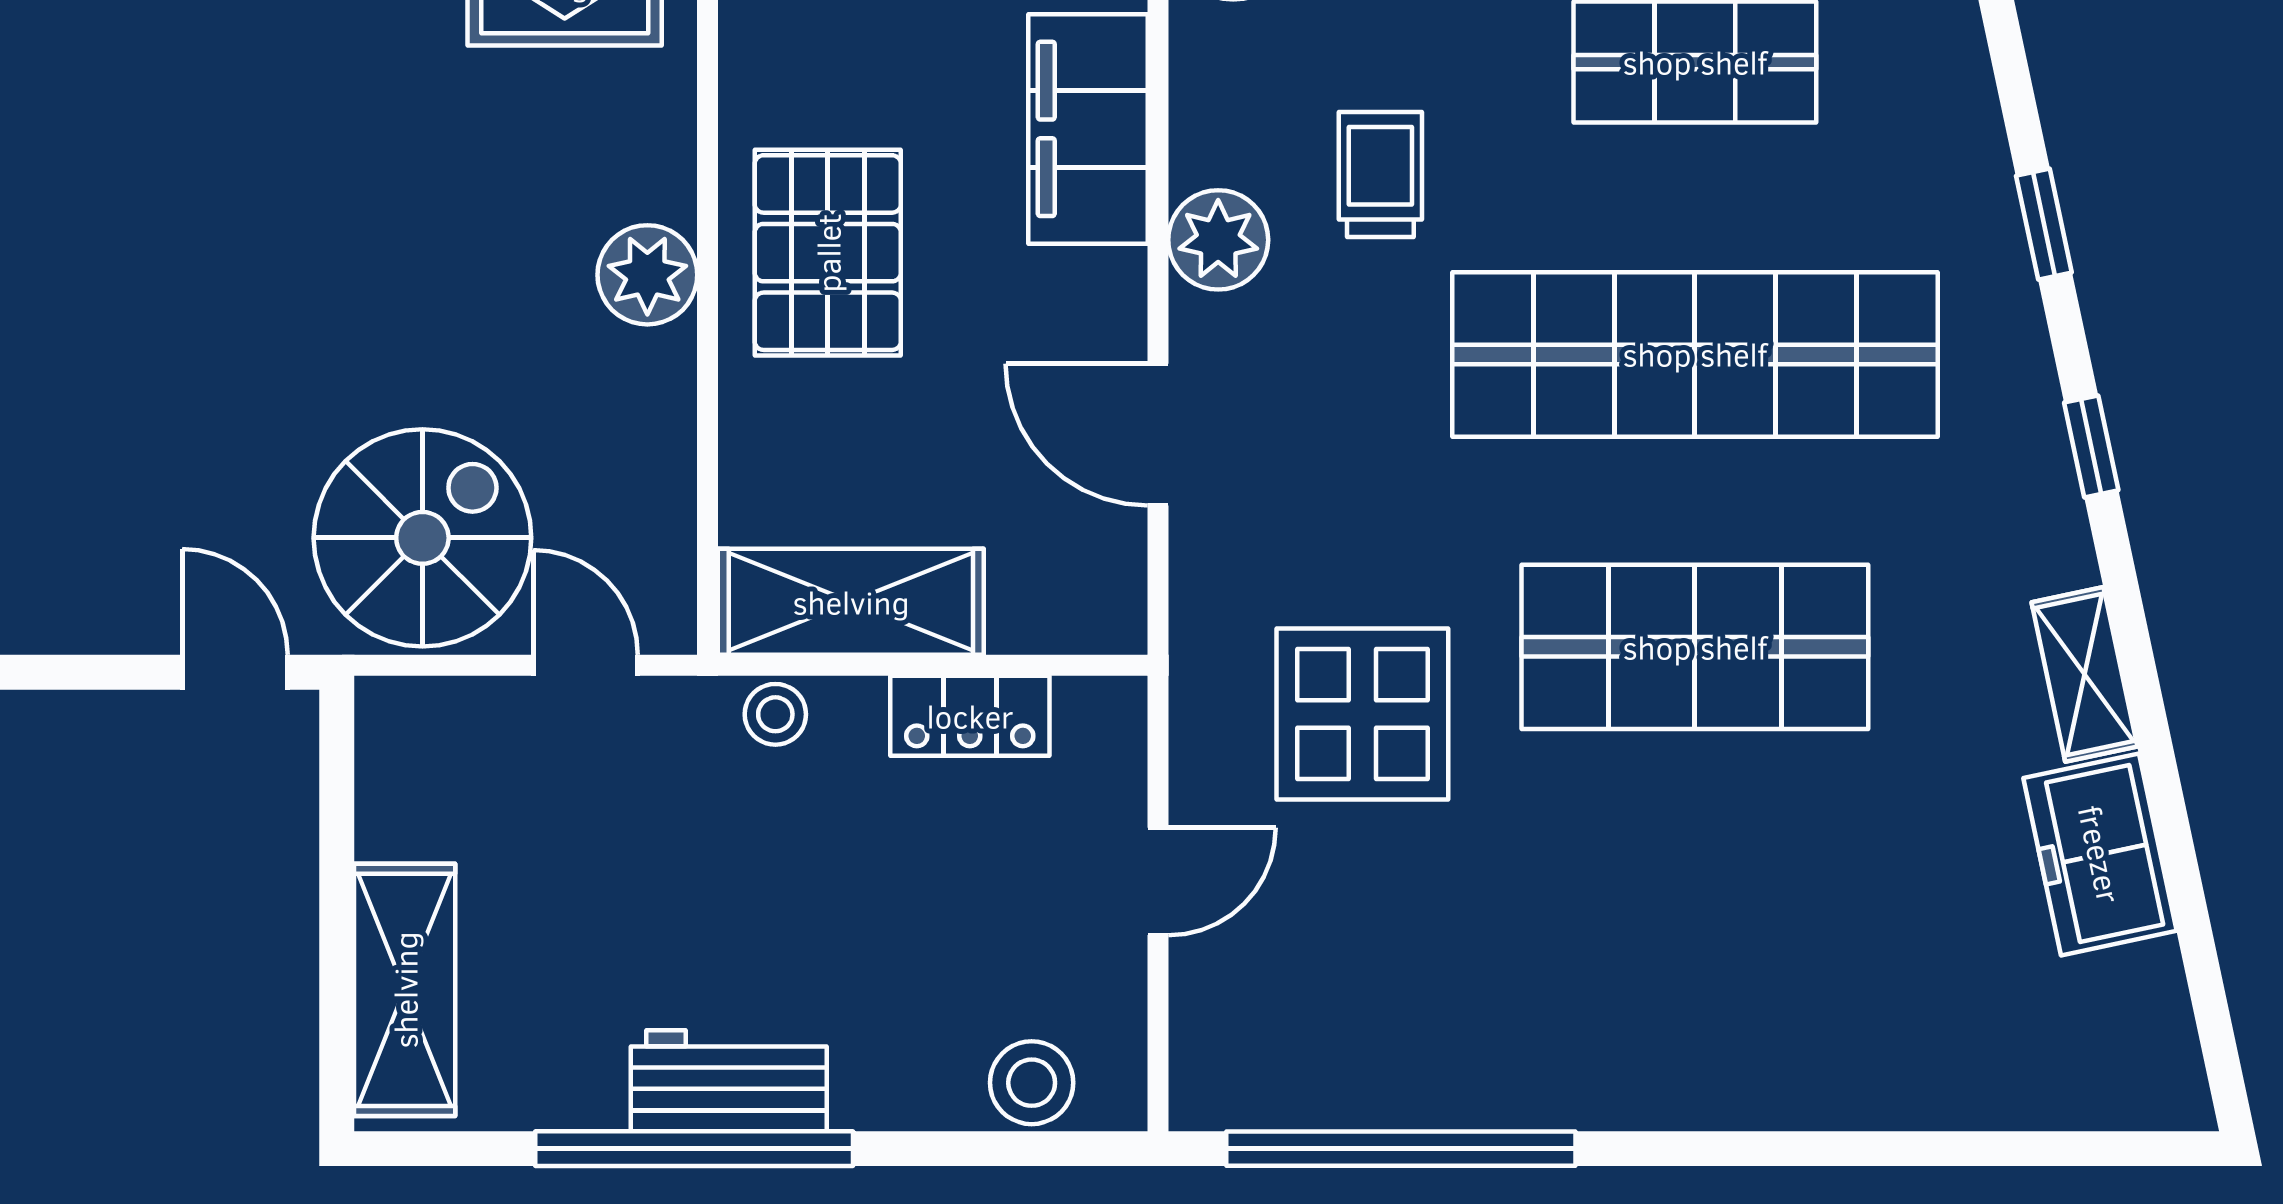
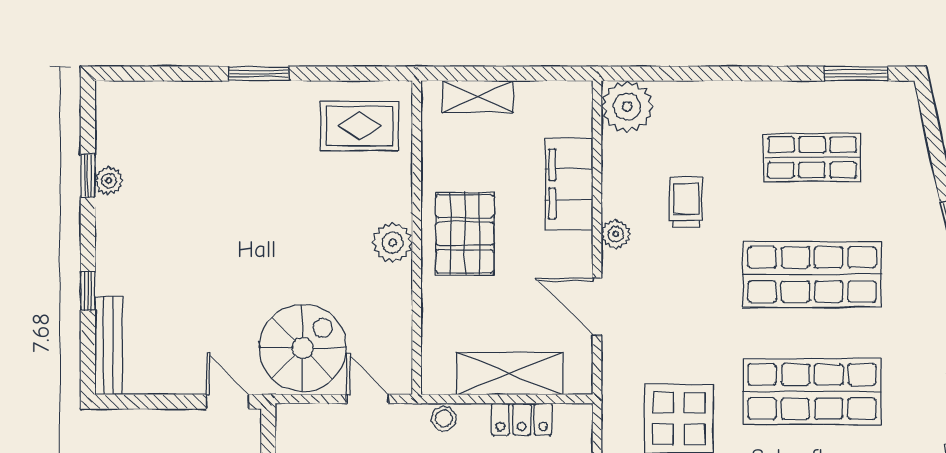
plant: (1218, 240) -> (616, 234), width x0.73, depth x0.73
shop shelf: (1695, 354) -> (812, 274), width x0.71
shelving: (851, 602) -> (510, 373), moved

